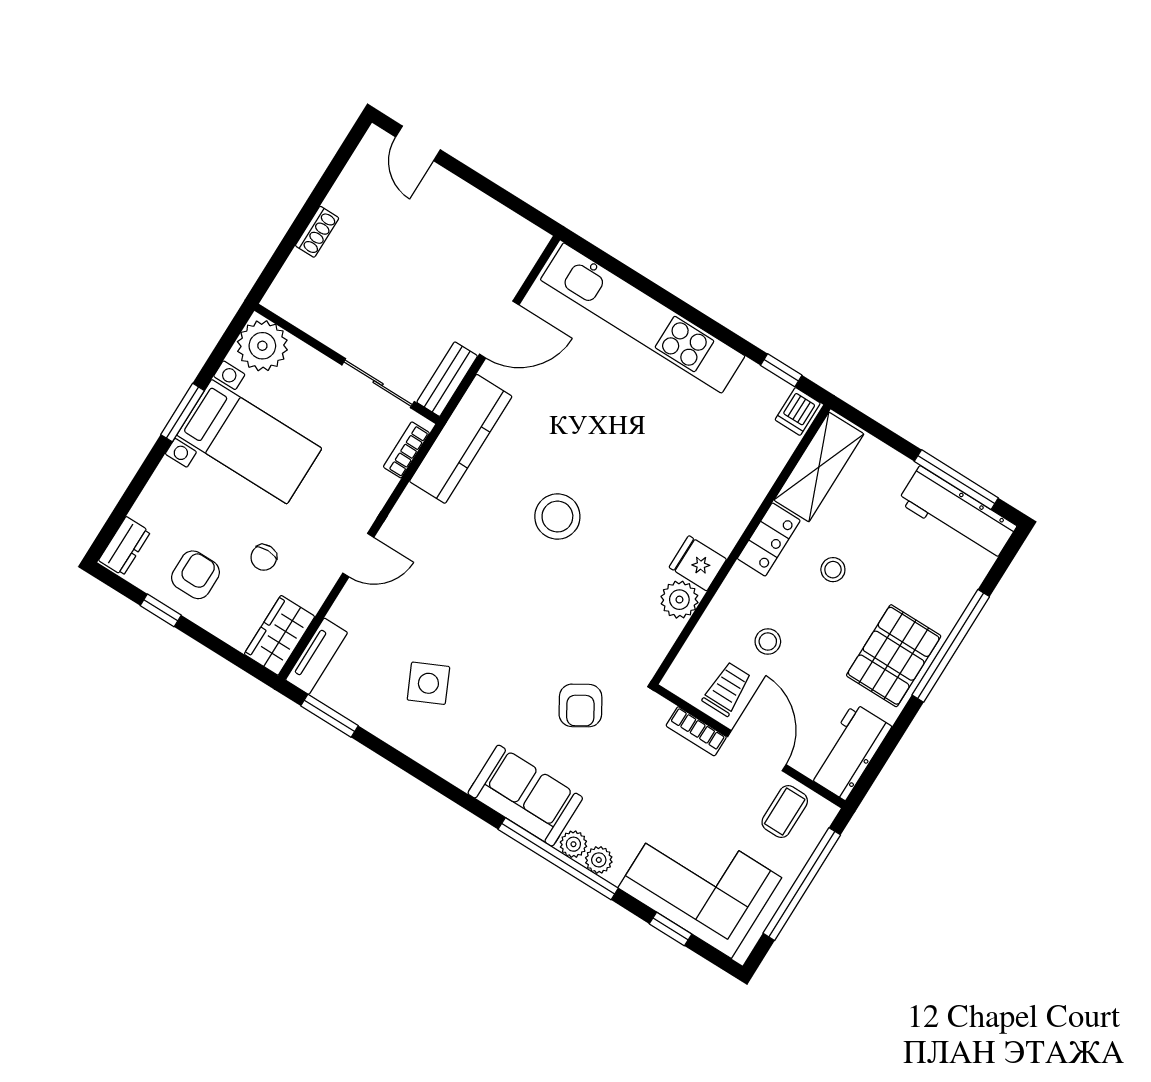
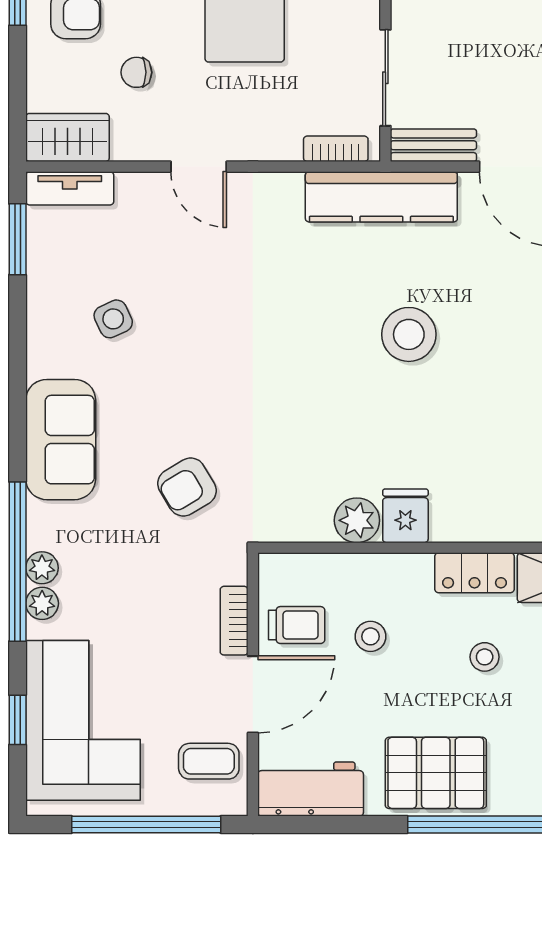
stool: (557, 517) -> (409, 334), moved
side table: (428, 683) -> (113, 319), width x0.73, depth x0.73
sofa: (525, 796) -> (61, 440), moved

